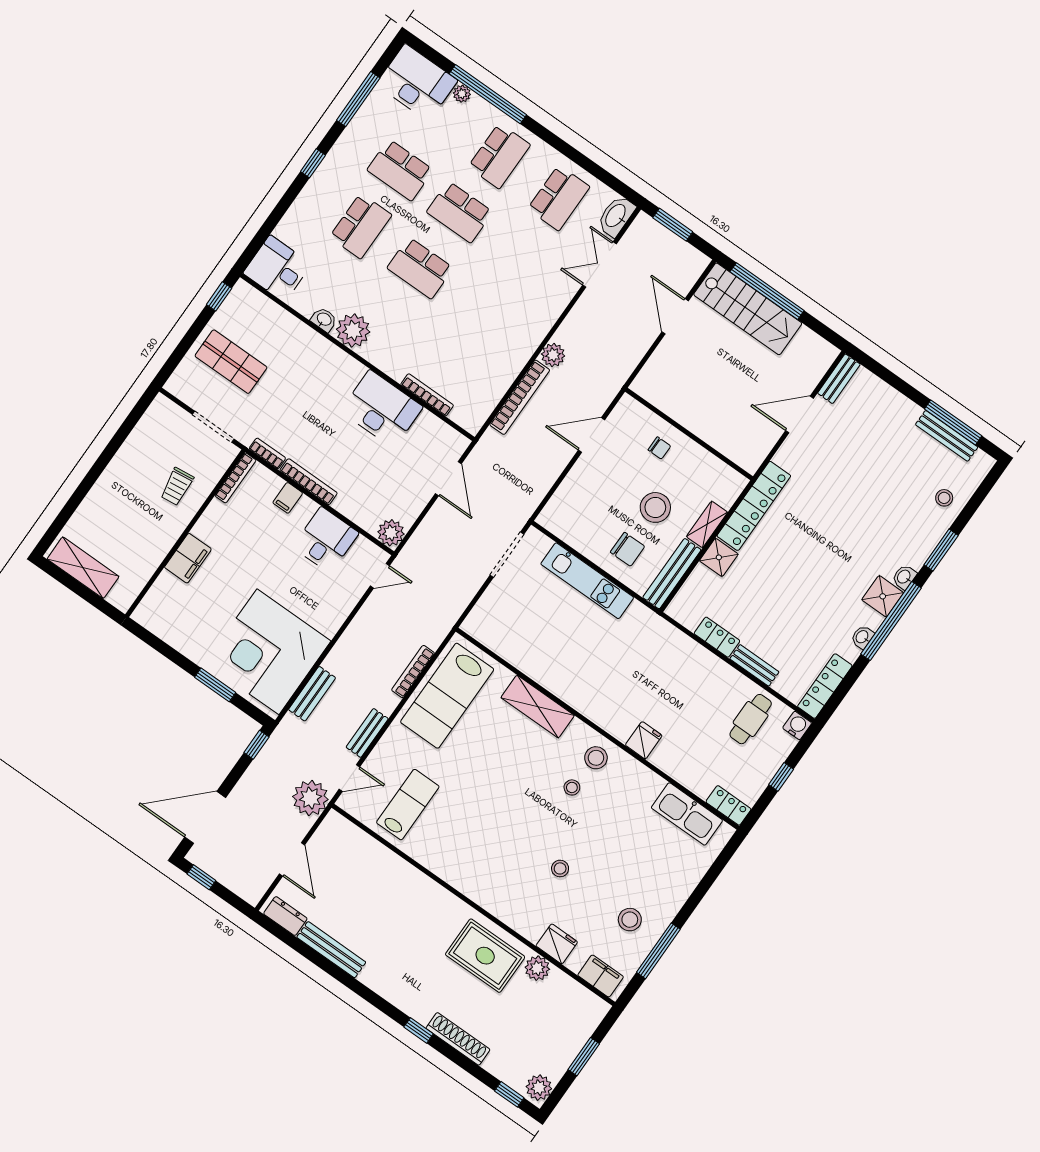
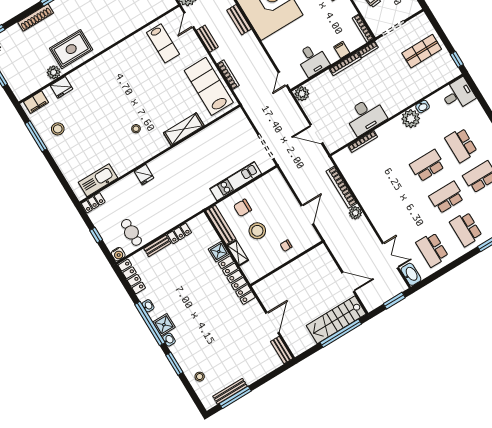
stool: (596, 758) -> (146, 147), removed
stool: (560, 868) -> (98, 105), removed

